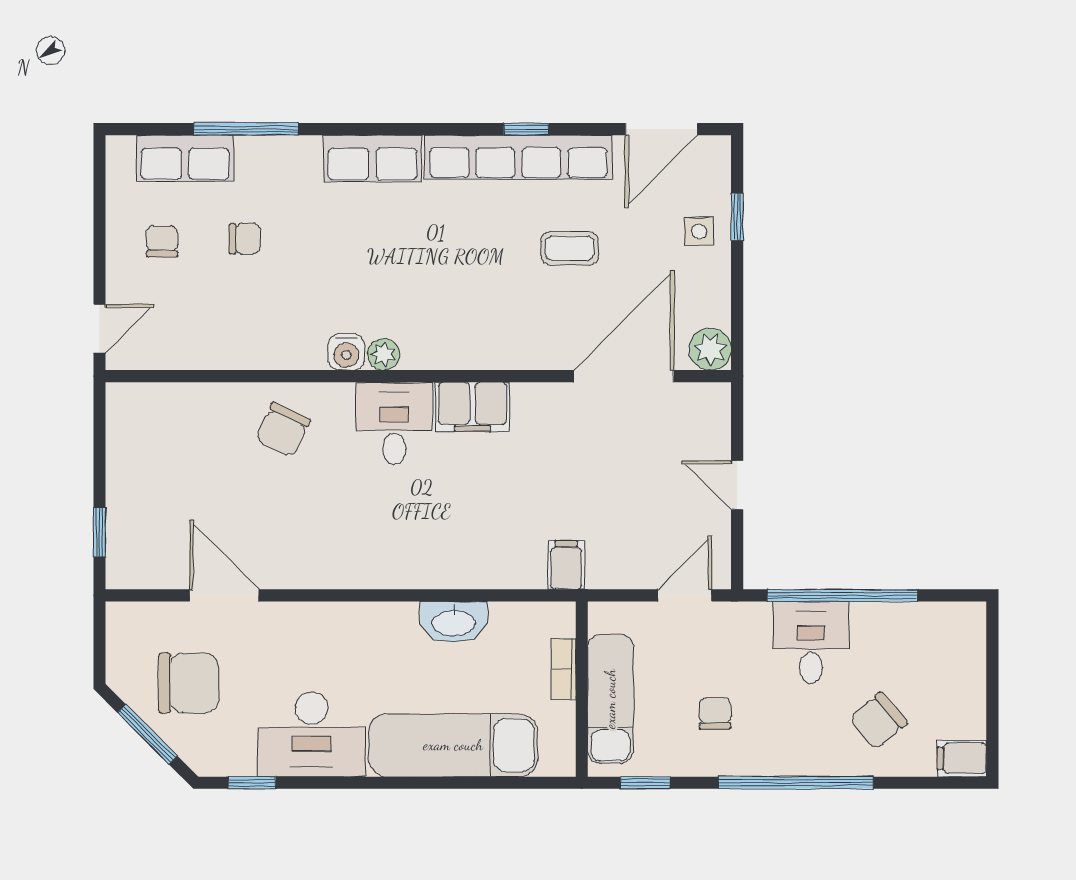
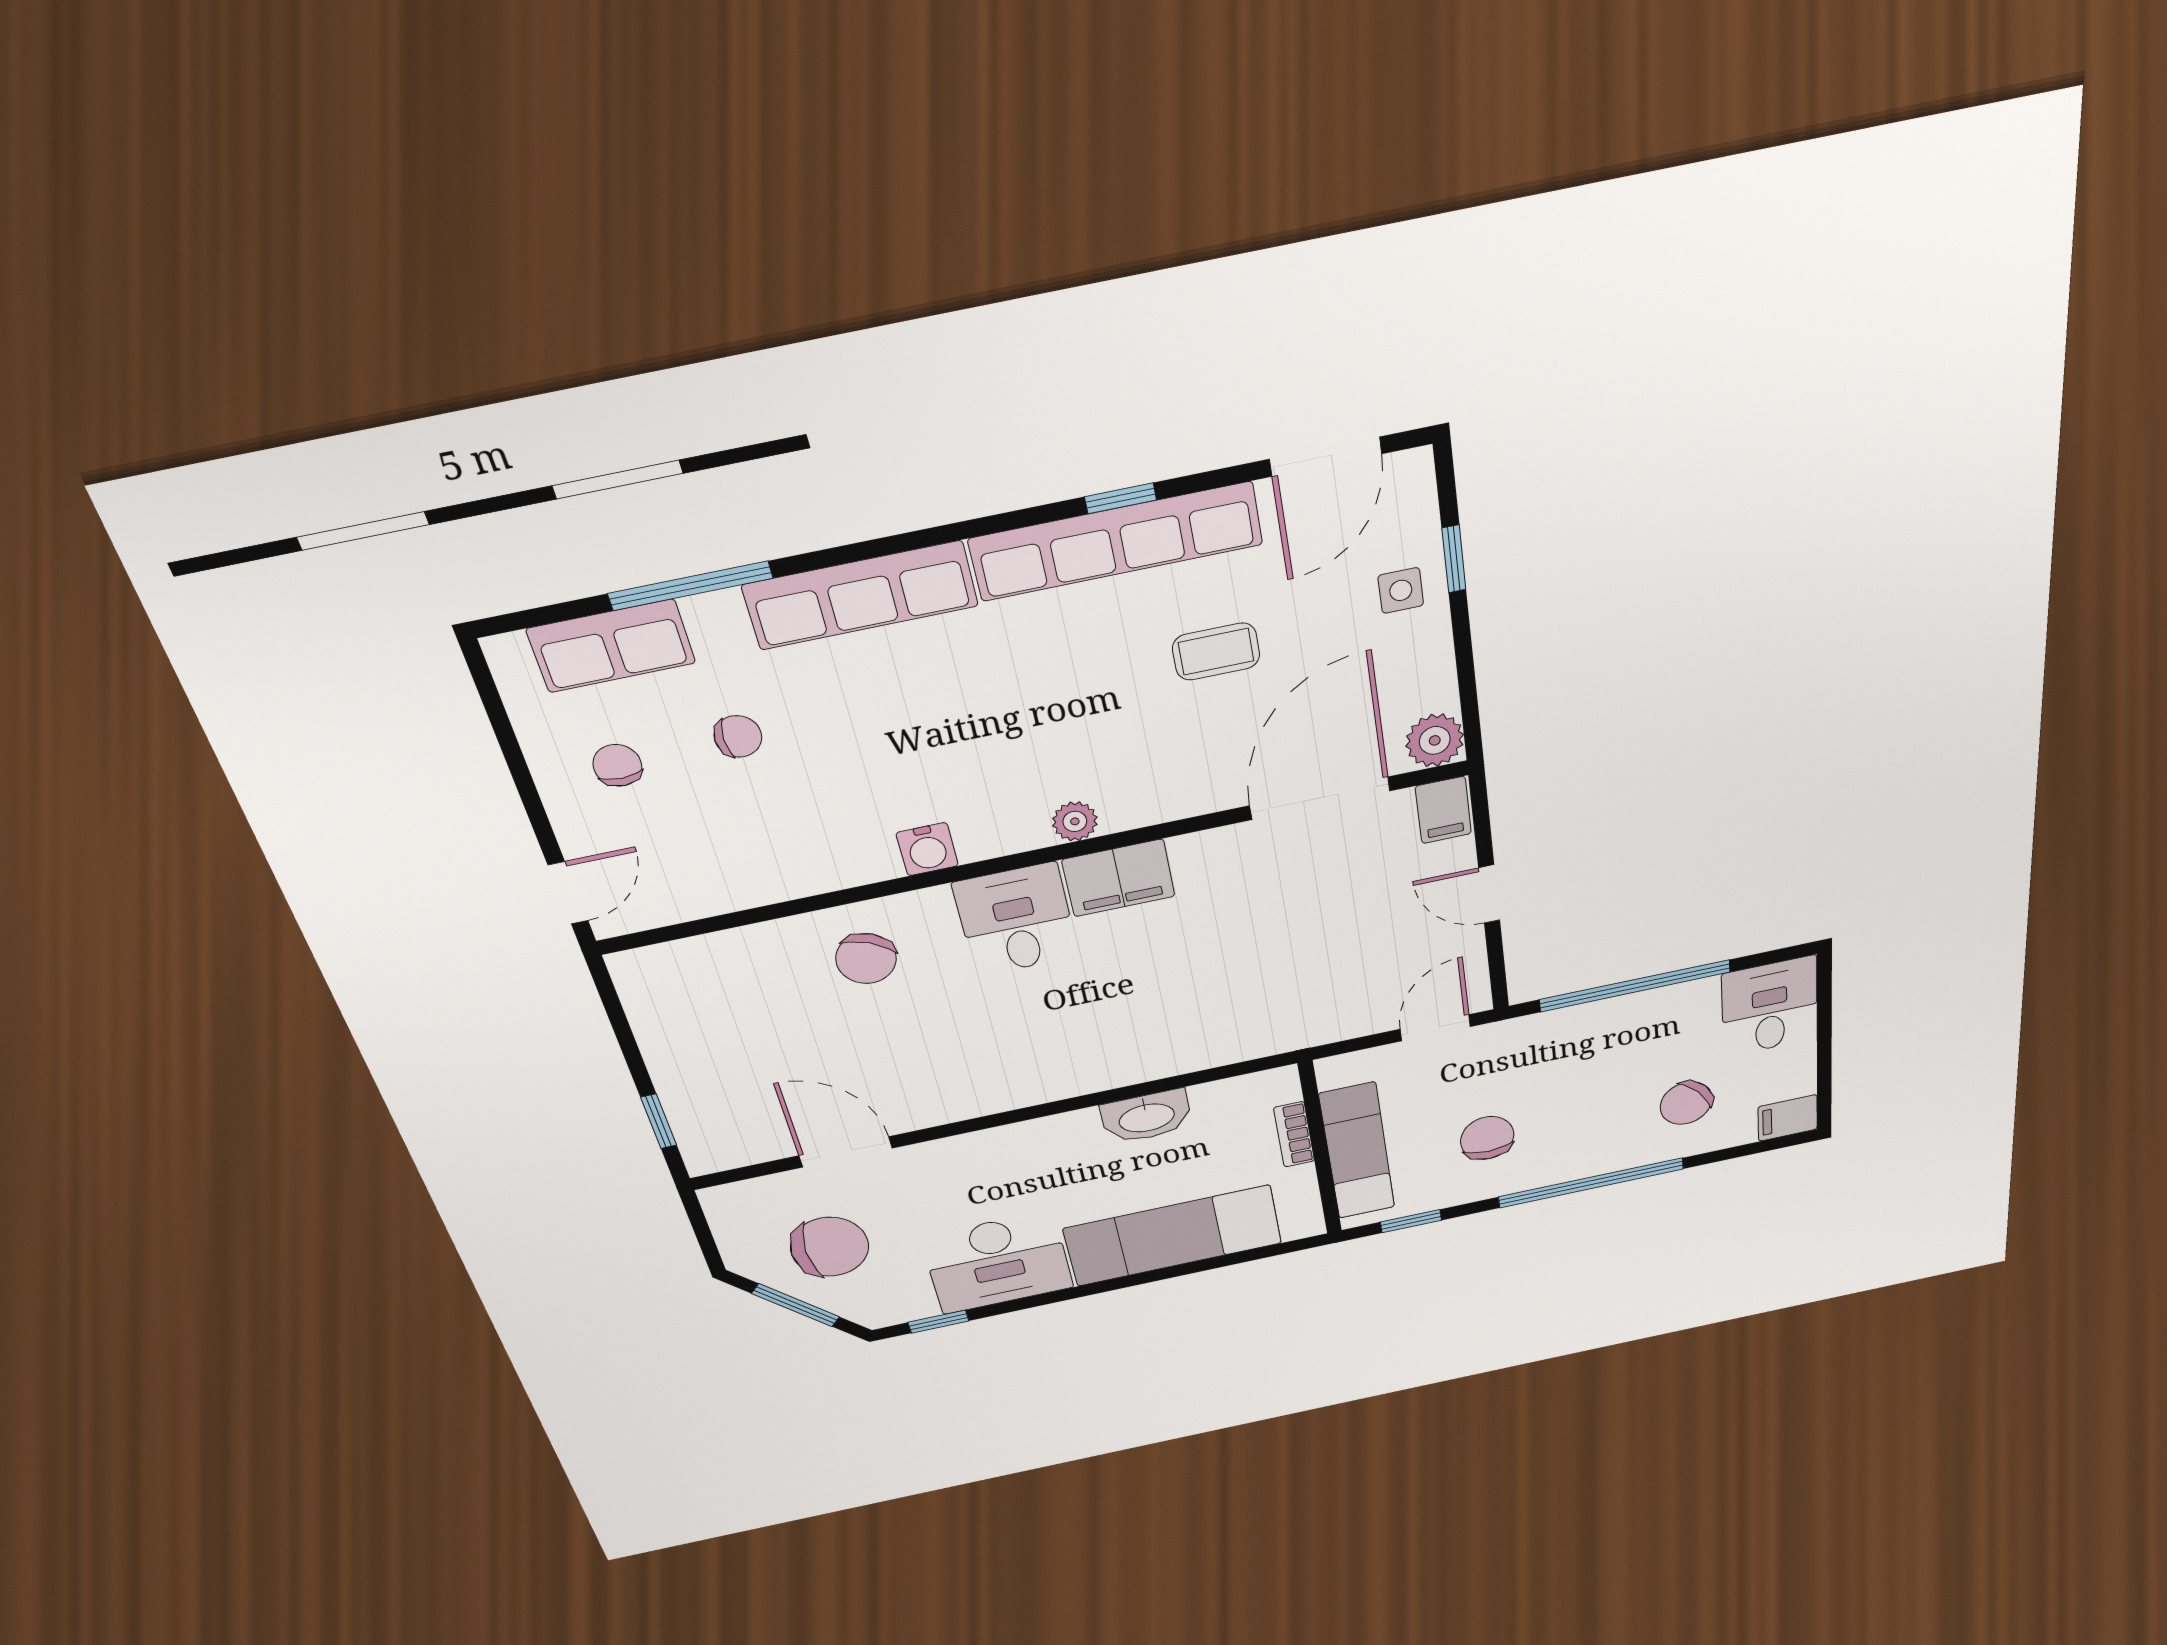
row of seats: (372, 158) -> (861, 595), width x1.48
plant: (383, 354) -> (1075, 821), moved
filing cabinet: (566, 565) -> (1443, 810), moved, turned 180
desk: (811, 642) -> (1770, 1007), moved
chair: (715, 713) -> (1487, 1138), width x1.37, depth x1.37

